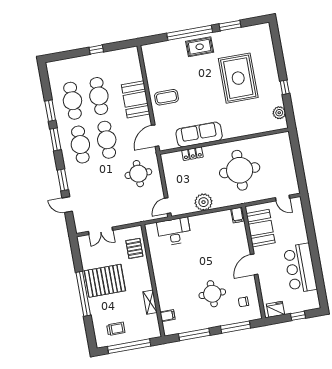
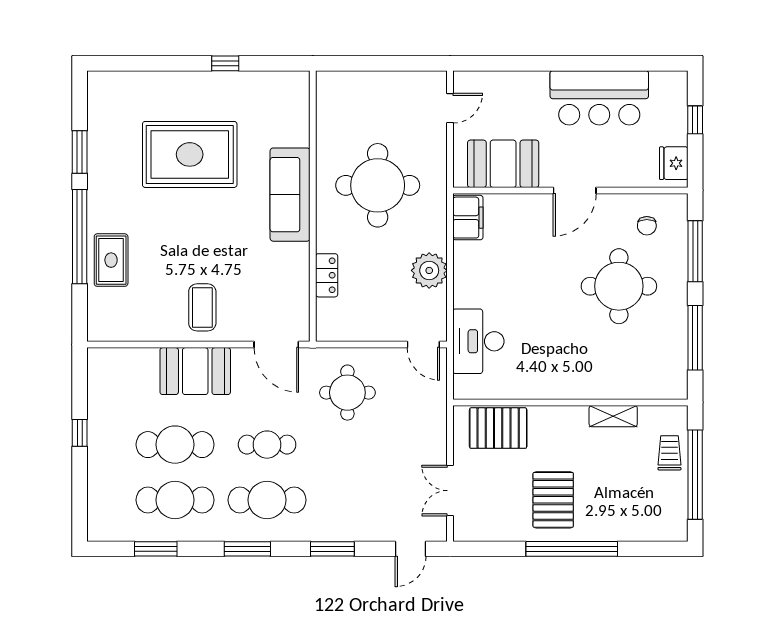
rug: (200, 47) -> (111, 260), moved
window: (50, 111) -> (156, 549), moved
plant: (279, 113) -> (275, 84), removed
sofa: (199, 134) -> (290, 195), moved
cafe table: (107, 140) -> (267, 445), width x0.73, depth x0.74
door: (67, 205) -> (411, 549), moved
filing cabinet: (237, 215) -> (468, 218), width x2.00
double door: (101, 231) -> (450, 491), swing flipped
pallet: (134, 248) -> (498, 428), width x1.50, depth x1.42
door: (254, 264) -> (575, 190), hinge flipped
pallet: (105, 281) -> (553, 500), width x0.73, depth x0.71
round table: (212, 294) -> (619, 286), width x1.36, depth x1.36
filing cabinet: (167, 316) -> (647, 385), removed
trolley: (116, 329) -> (669, 453), moved

